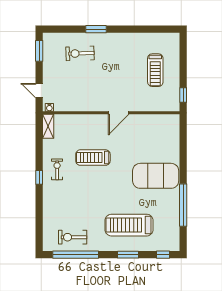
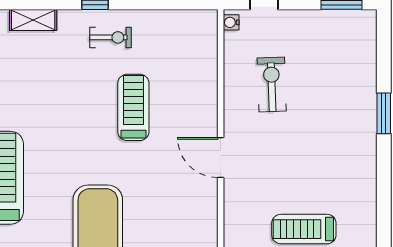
exercise bike: (80, 53) -> (272, 84), moved
shelving: (48, 126) -> (33, 20), moved

